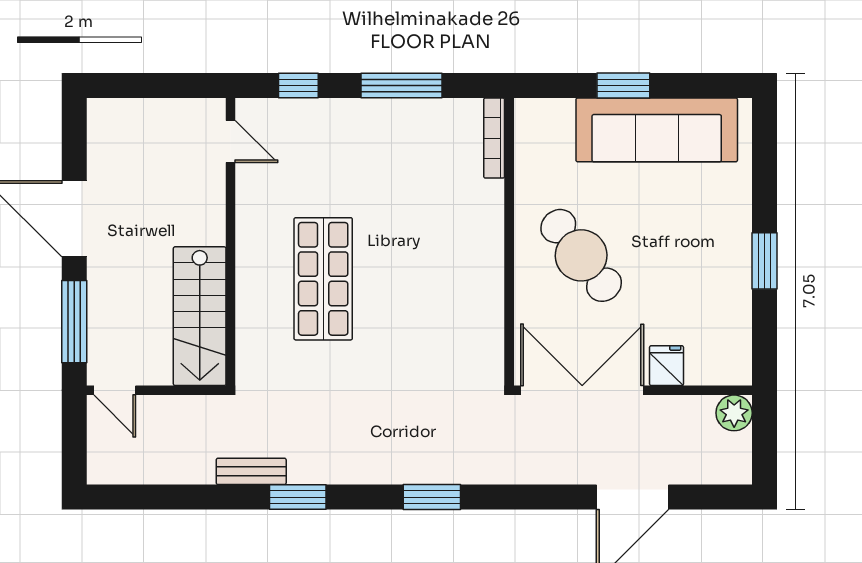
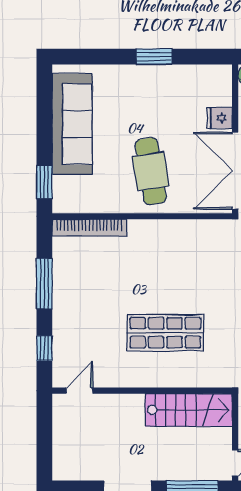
window: (623, 85) -> (44, 182), moved
bookcase: (494, 138) -> (89, 228), width x1.48, depth x1.31
cafe table: (581, 255) -> (151, 171), turned -61

